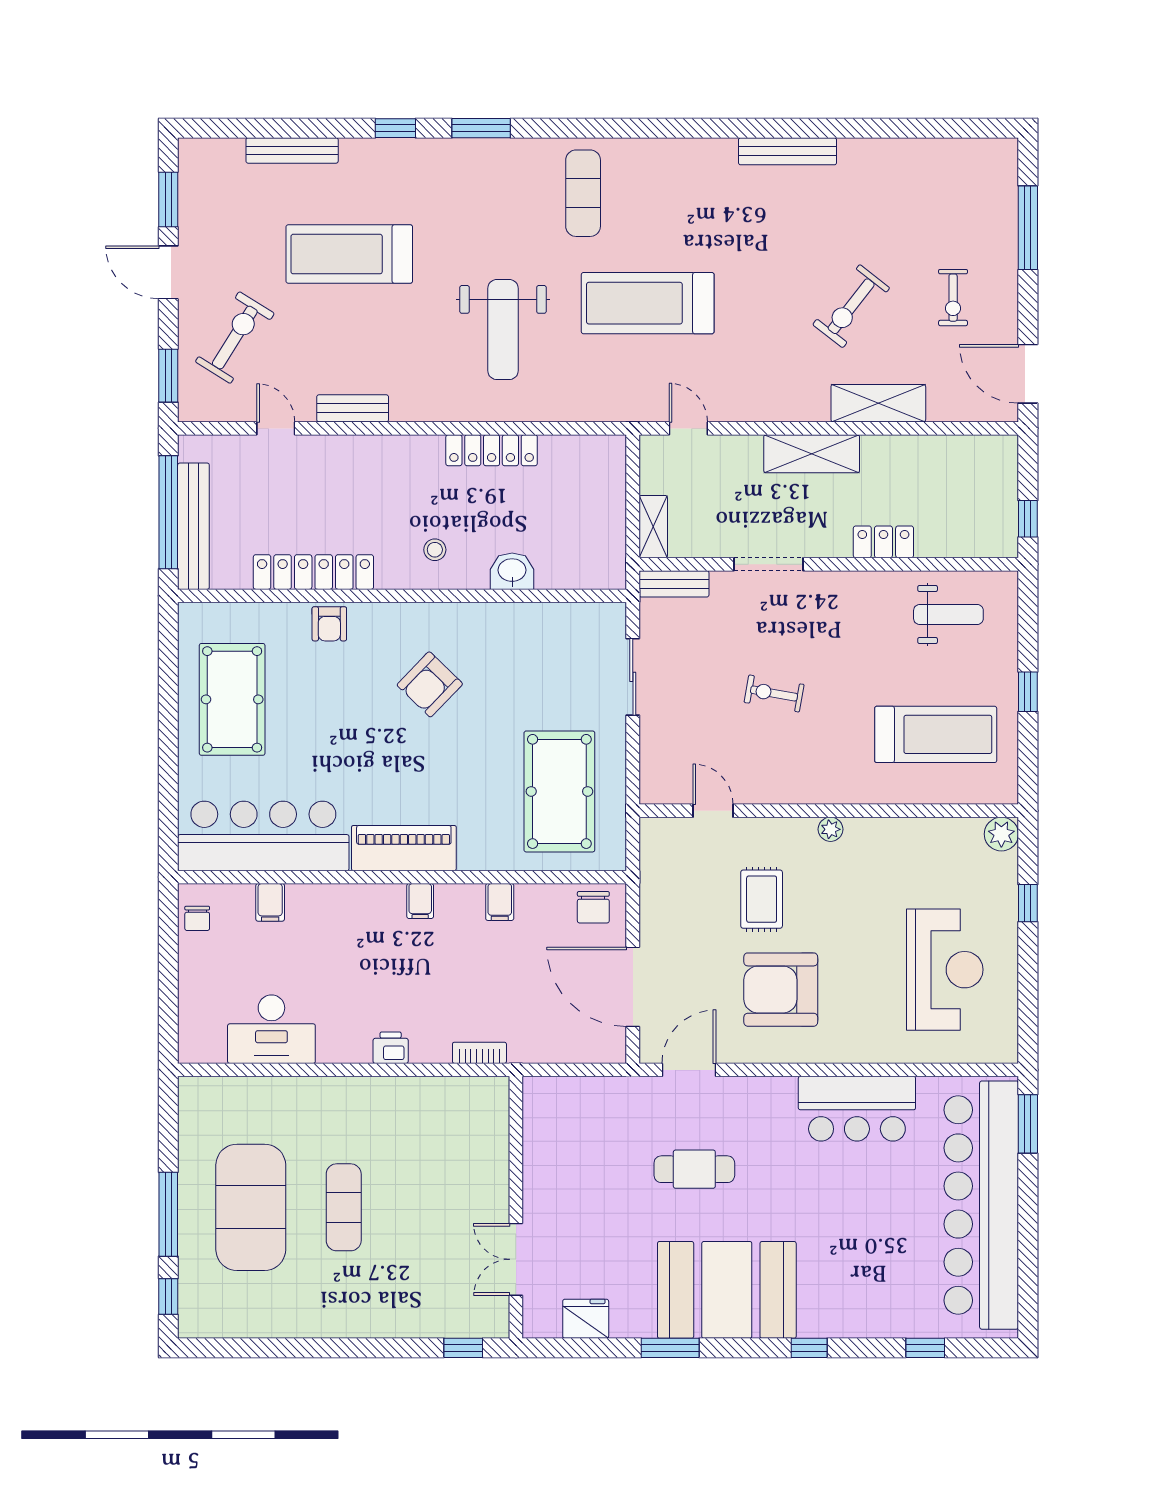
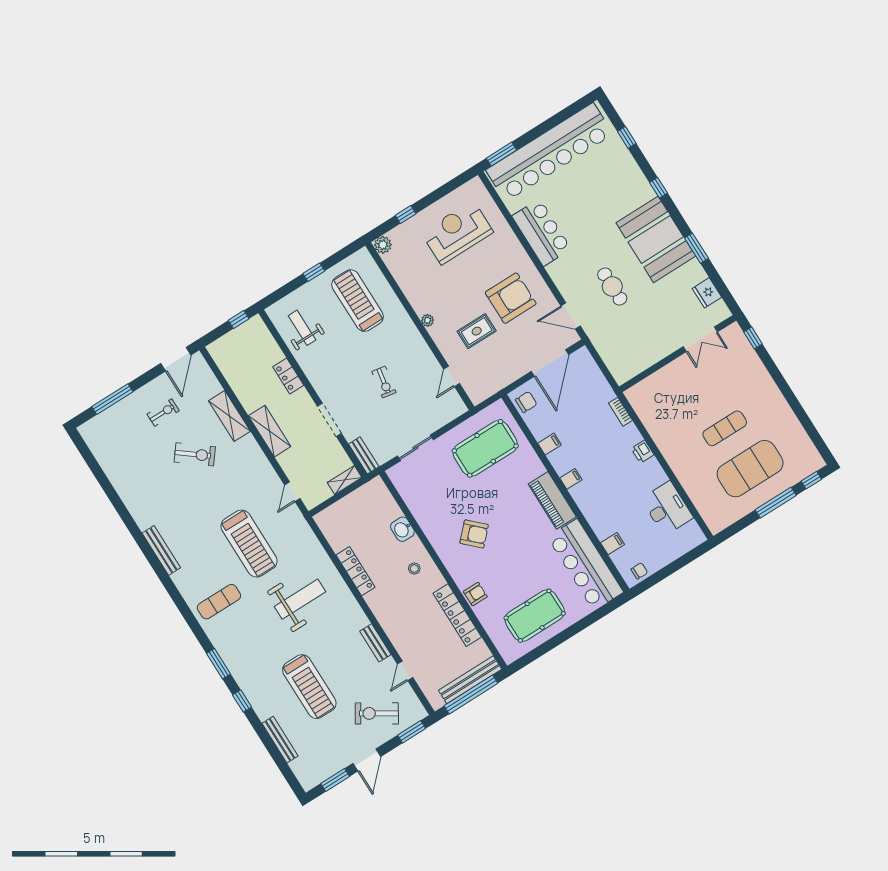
bench: (788, 151) -> (161, 550), moved
armchair: (781, 990) -> (511, 298), turned -90

